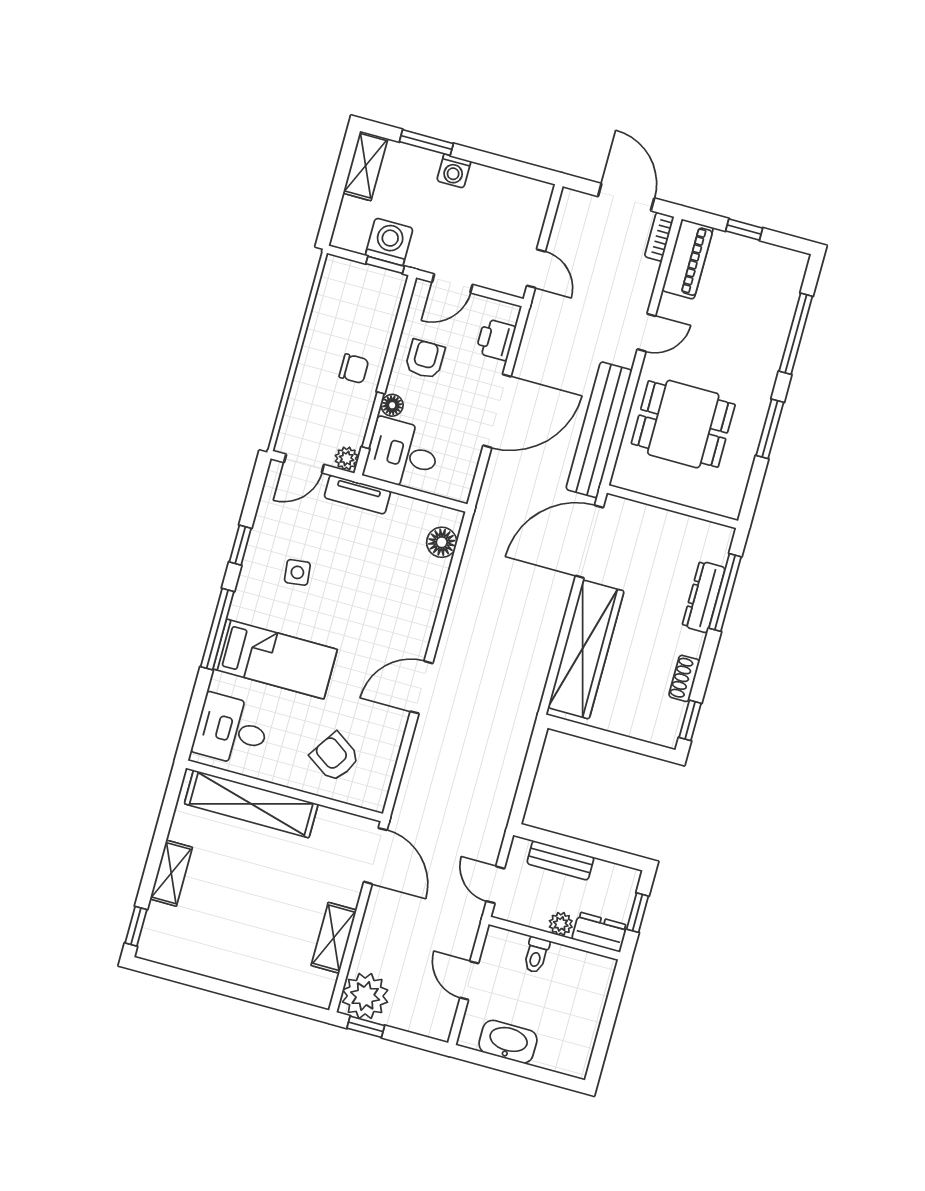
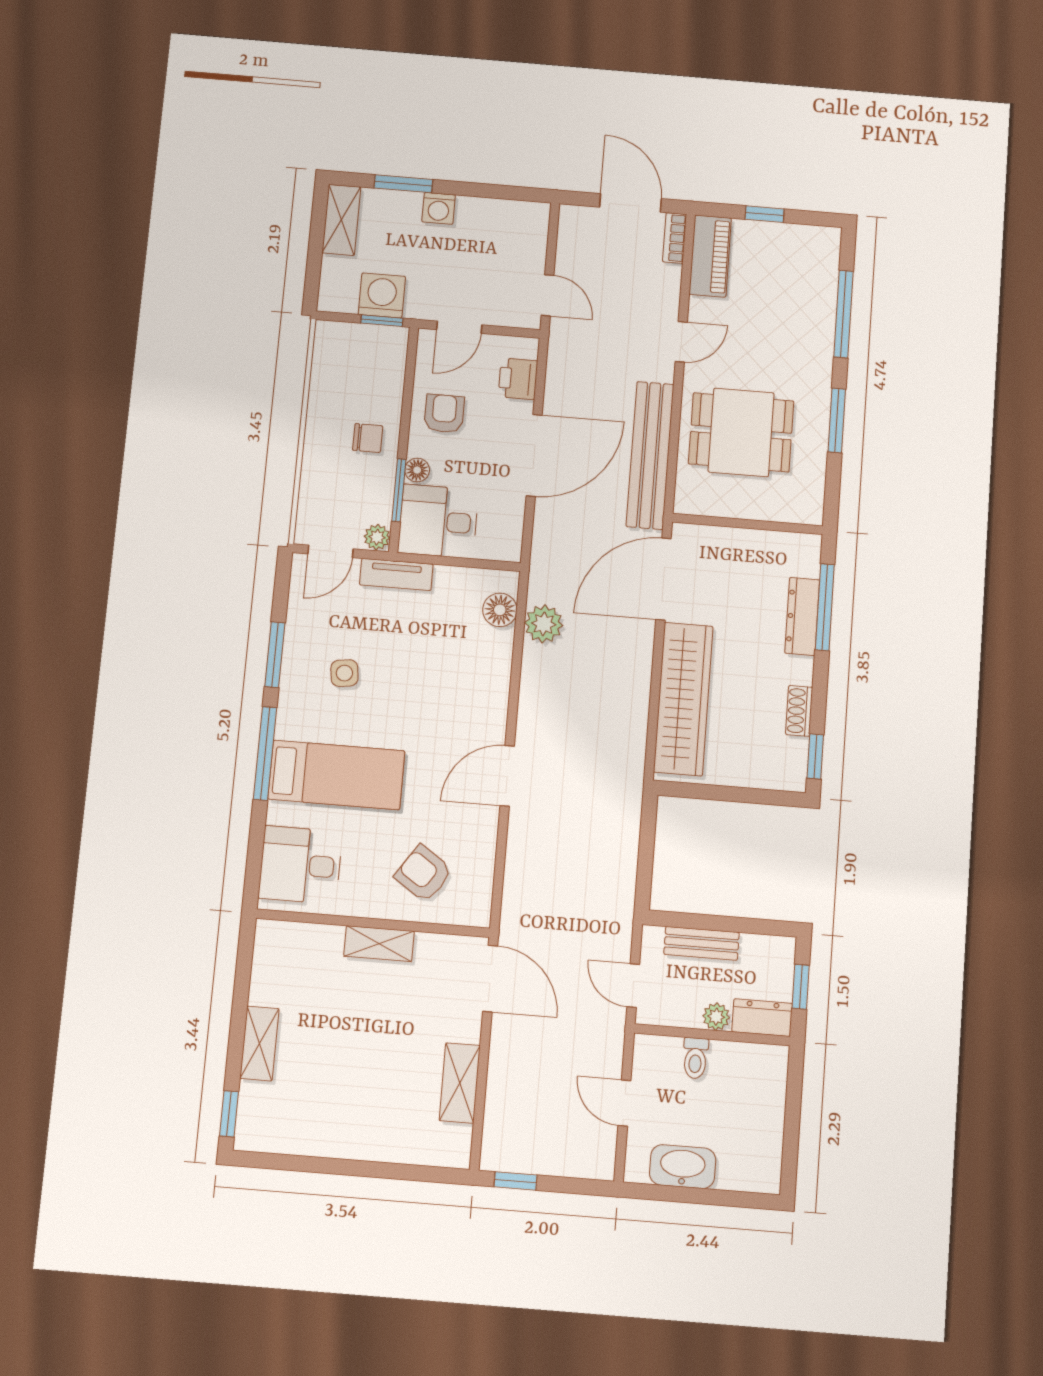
window: (240, 545) -> (275, 655), width x1.50
shelving: (251, 804) -> (379, 944), width x0.45, depth x0.75
plant: (365, 996) -> (544, 624), moved, width x0.73, depth x0.73

